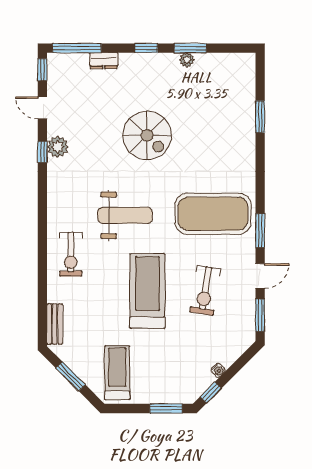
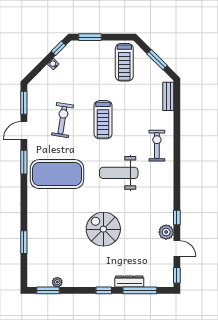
window: (77, 48) -> (140, 290), moved
window: (190, 48) -> (48, 290), moved
plant: (187, 60) -> (57, 282), moved
dresser: (104, 61) -> (129, 282), width x1.44
plant: (58, 147) -> (166, 232), moved
treadmill: (147, 291) -> (103, 120), width x0.73, depth x0.73

